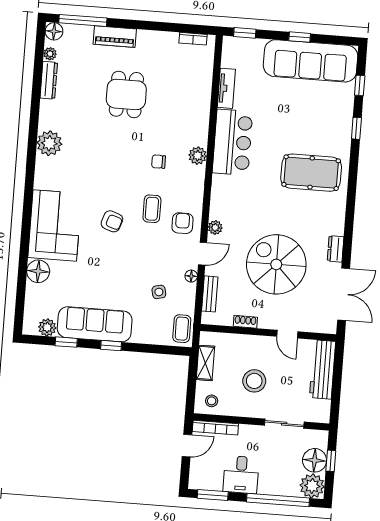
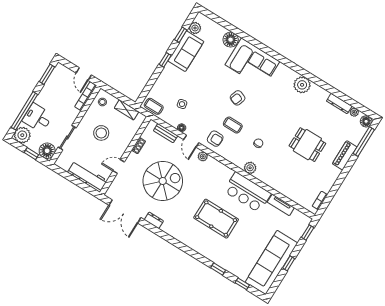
pool table: (311, 173) -> (216, 219), moved, turned 90
sofa: (95, 324) -> (186, 51), width x0.73
floor lamp: (315, 460) -> (47, 151), moved
desk: (241, 475) -> (38, 118), moved

